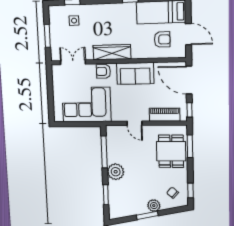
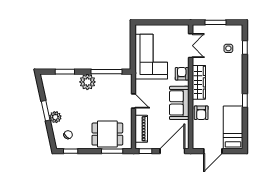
armchair: (162, 39) -> (201, 113), moved
door: (134, 123) -> (134, 101), swing flipped

